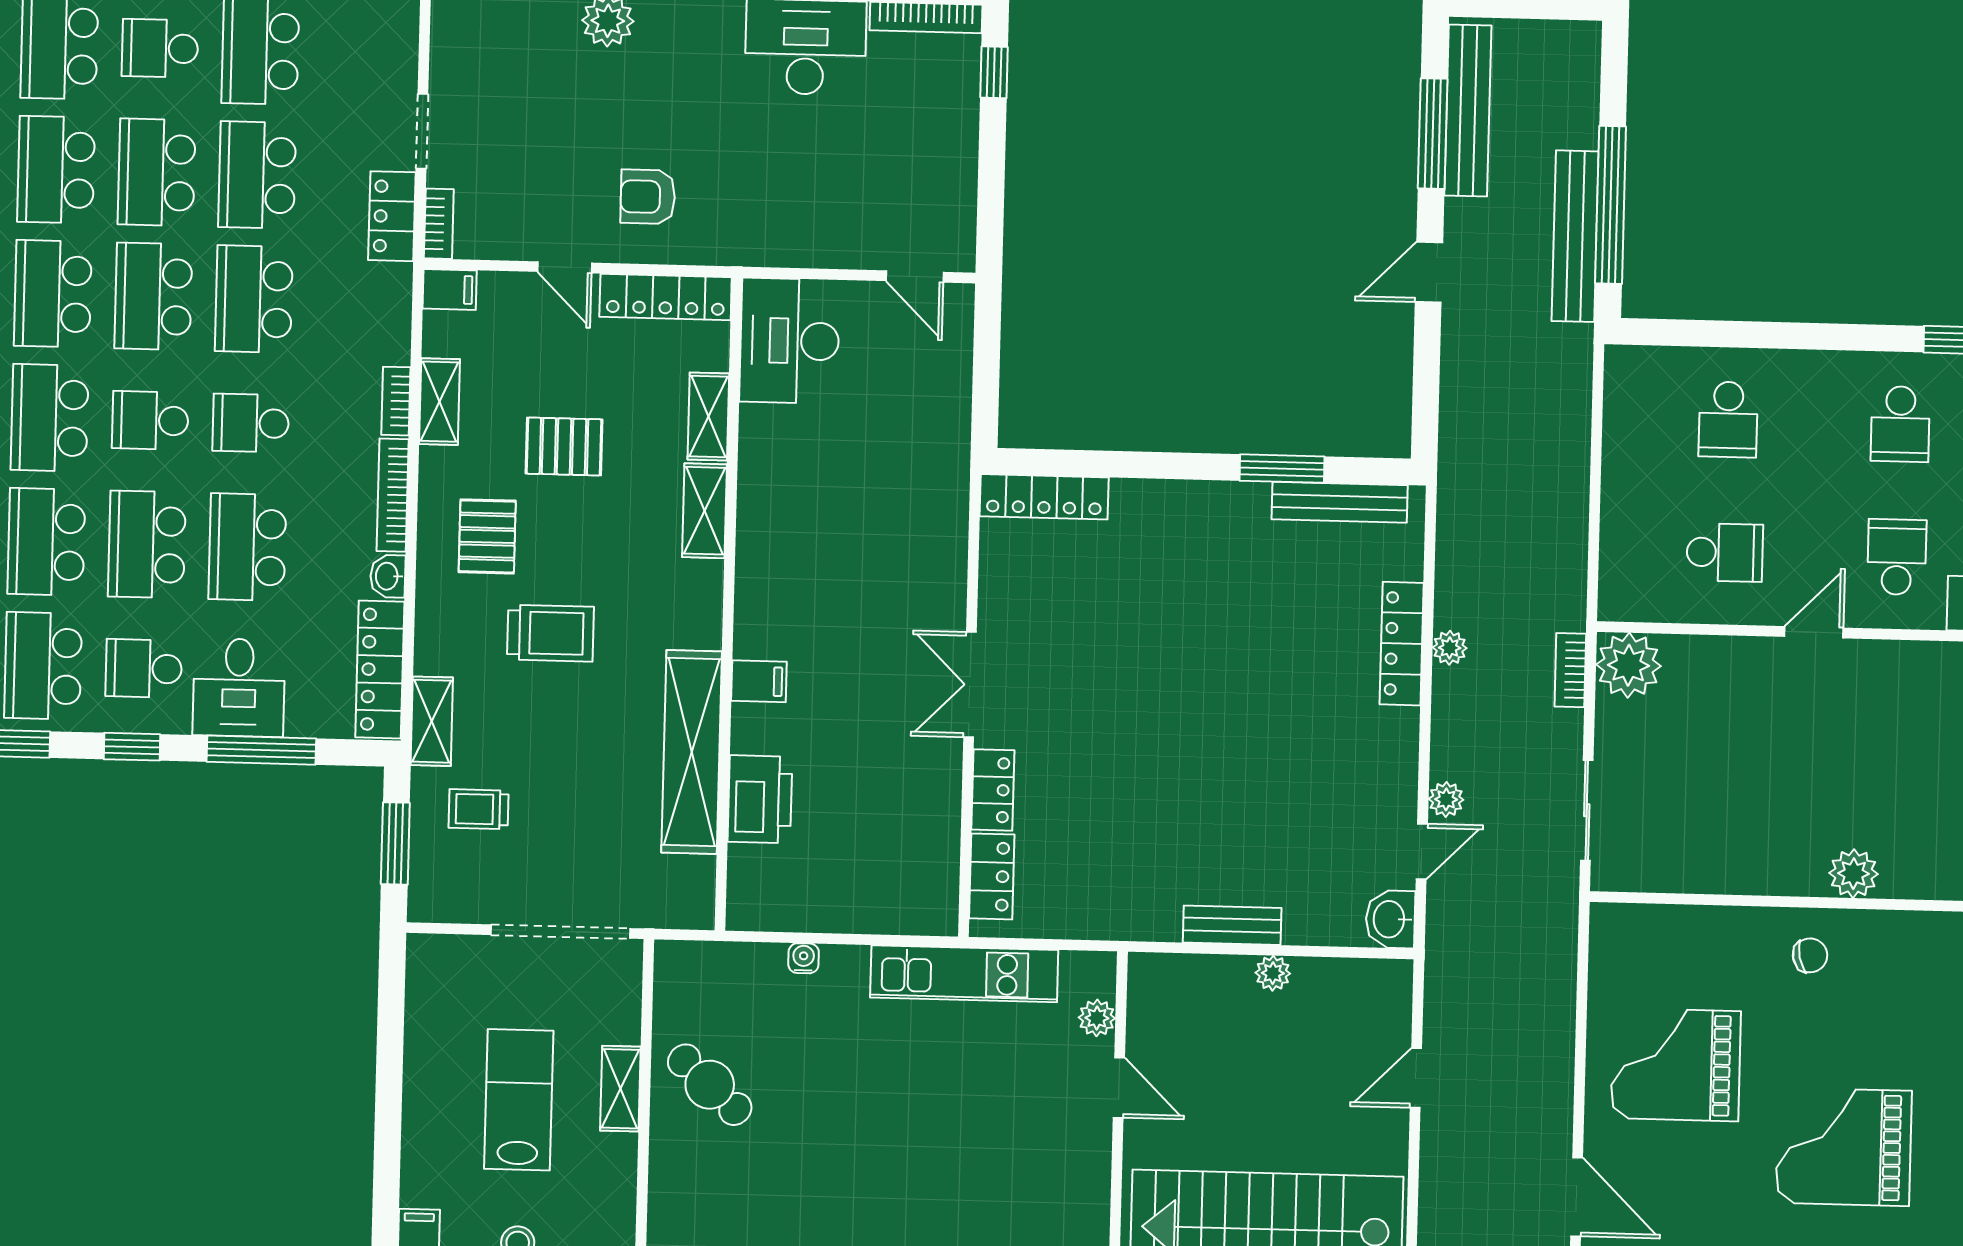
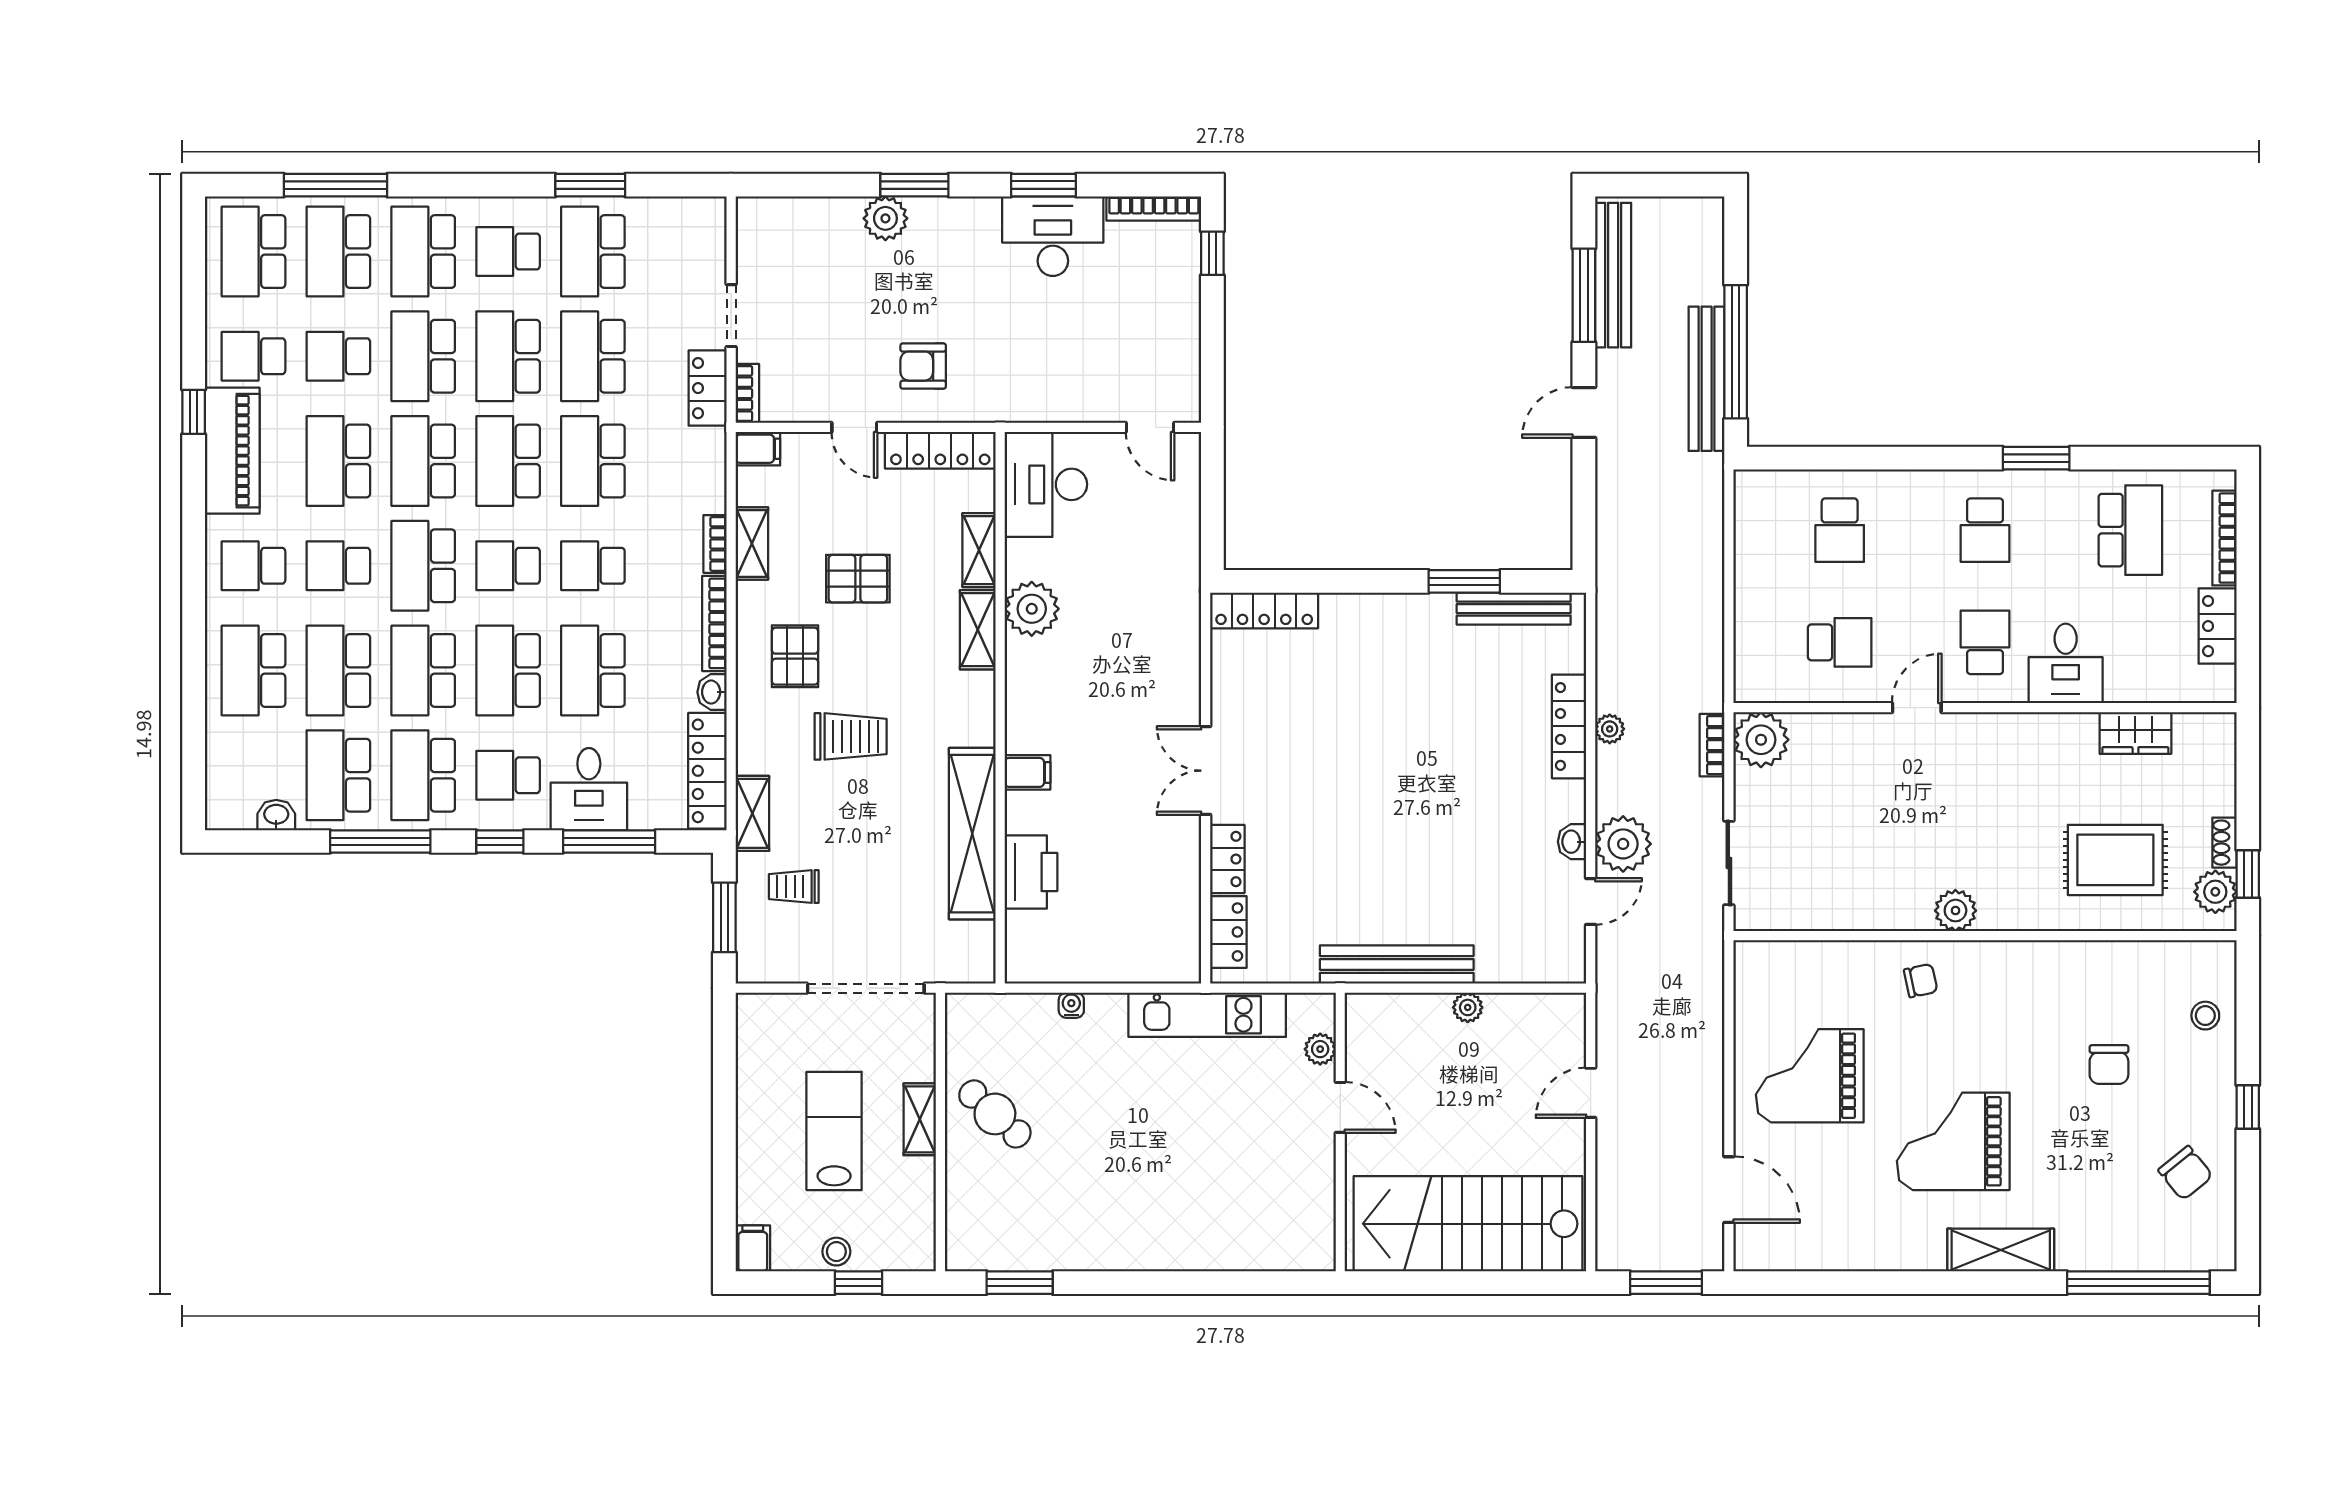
plant: (769, 488) -> (1032, 609), added
plant: (1446, 799) -> (1623, 844), width x1.87, depth x1.87
washbasin: (1390, 919) -> (1572, 842), moved, width x0.72, depth x0.69
bench: (1232, 925) -> (1397, 964), width x1.86, depth x1.21

